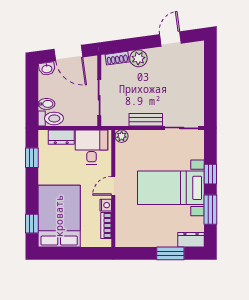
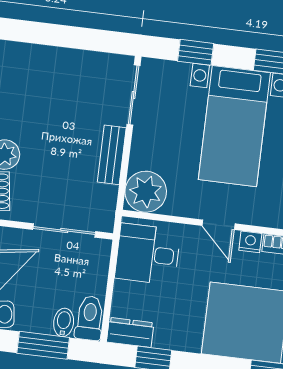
window: (32, 94) -> (43, 345), added
plant: (122, 136) -> (146, 192), width x1.88, depth x1.88
dresser: (61, 137) -> (130, 332), moved, turned -90
window: (210, 174) -> (196, 52), moved

